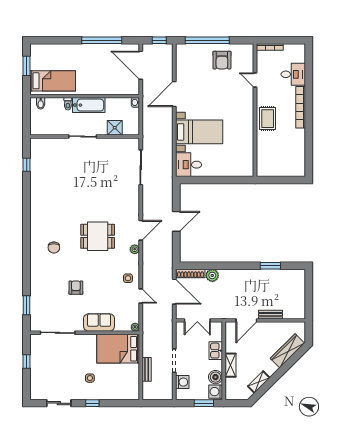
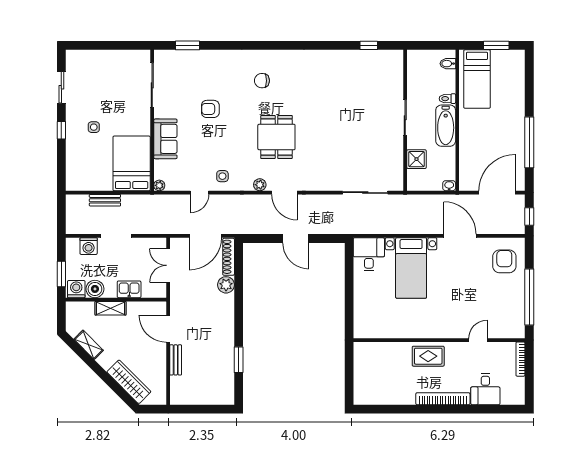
window: (207, 40) -> (529, 297), moved
armchair: (222, 60) -> (504, 261), moved, turned 90
armchair: (76, 288) -> (210, 109), turned 180
window: (27, 362) -> (115, 45), removed

